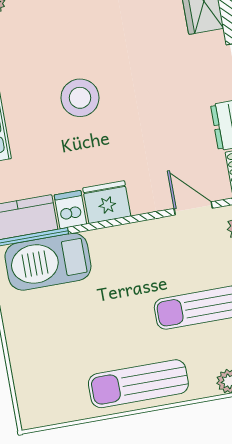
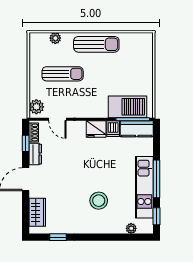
stool: (80, 98) -> (99, 201), moved

